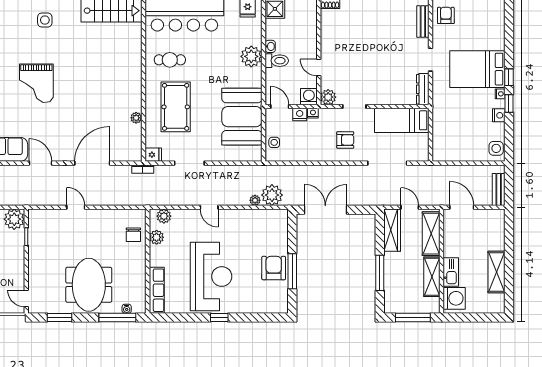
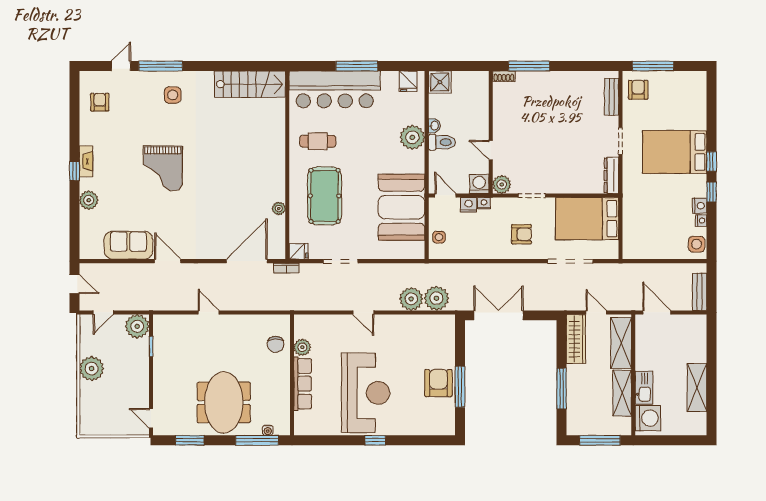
nightstand: (500, 94) -> (701, 220), moved
bed: (402, 120) -> (587, 219), width x1.50
door: (92, 163) -> (247, 261), moved
plant: (255, 200) -> (411, 299), width x1.88, depth x1.88
plant: (164, 216) -> (311, 323), removed
row of seats: (157, 290) -> (303, 384), moved

